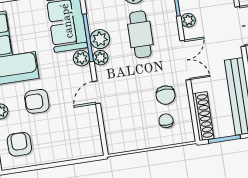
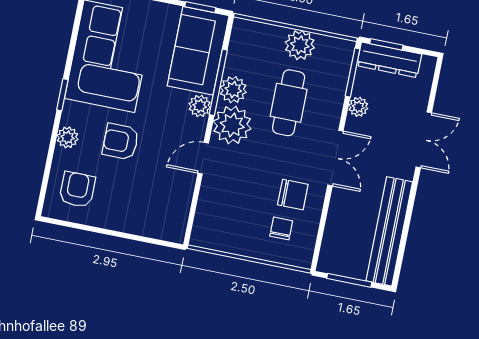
plant: (100, 58) -> (232, 125), width x1.88, depth x1.88
chair: (166, 95) -> (293, 195), turned -90
shoe rack: (203, 116) -> (332, 240), removed

